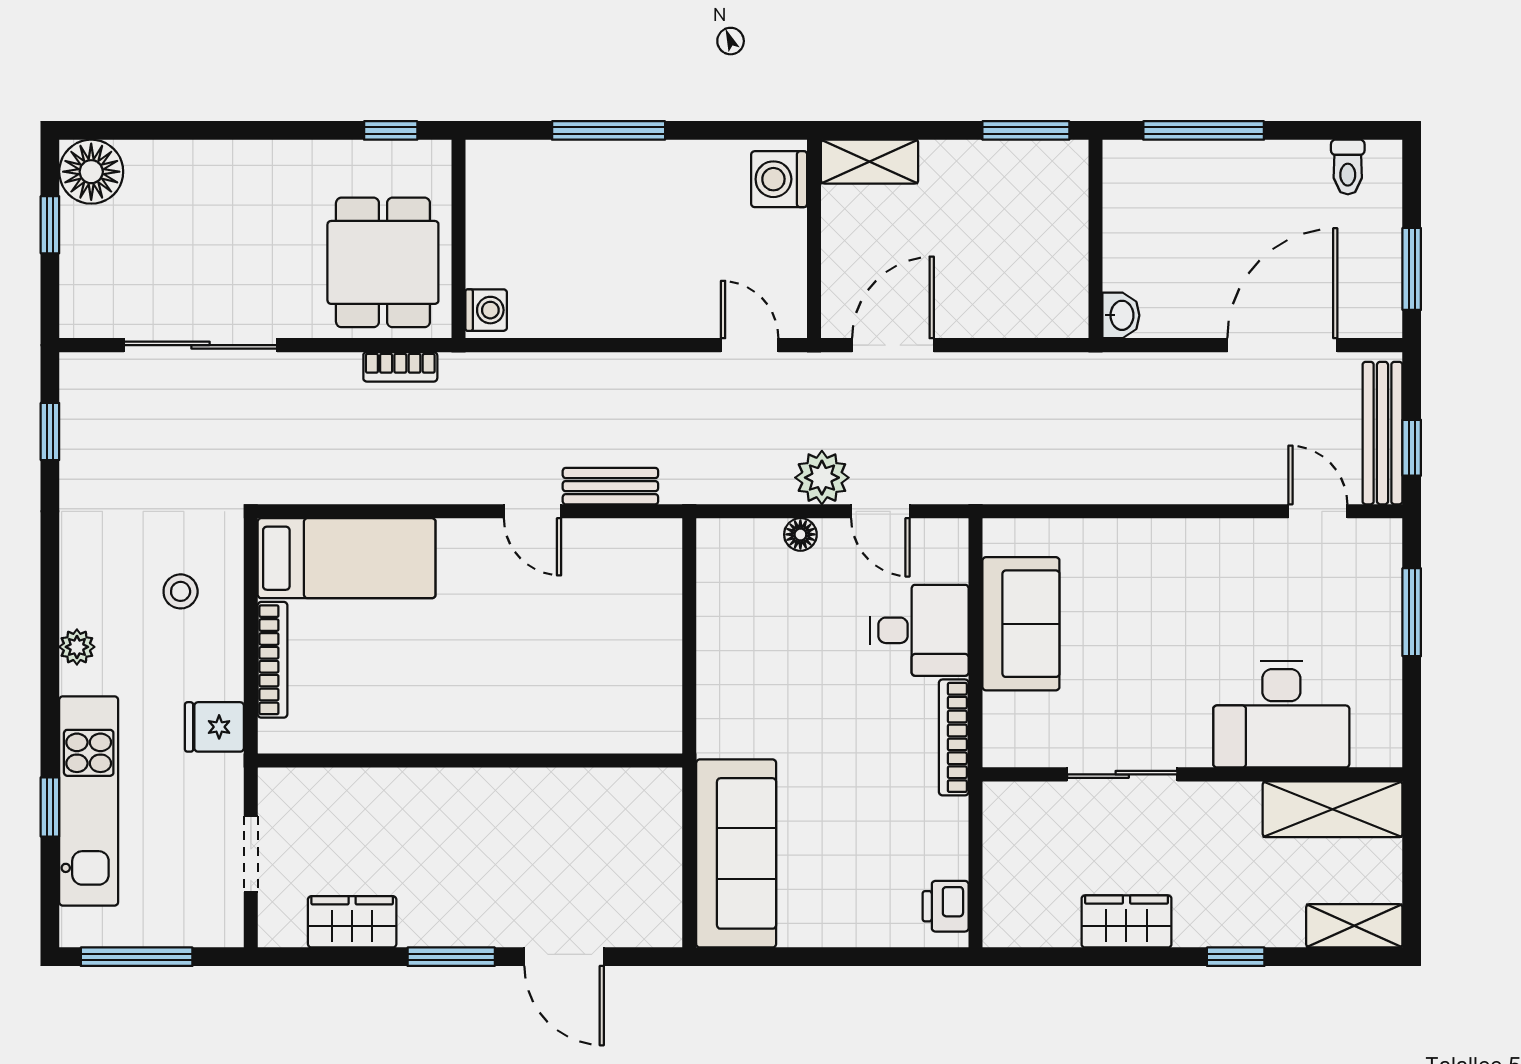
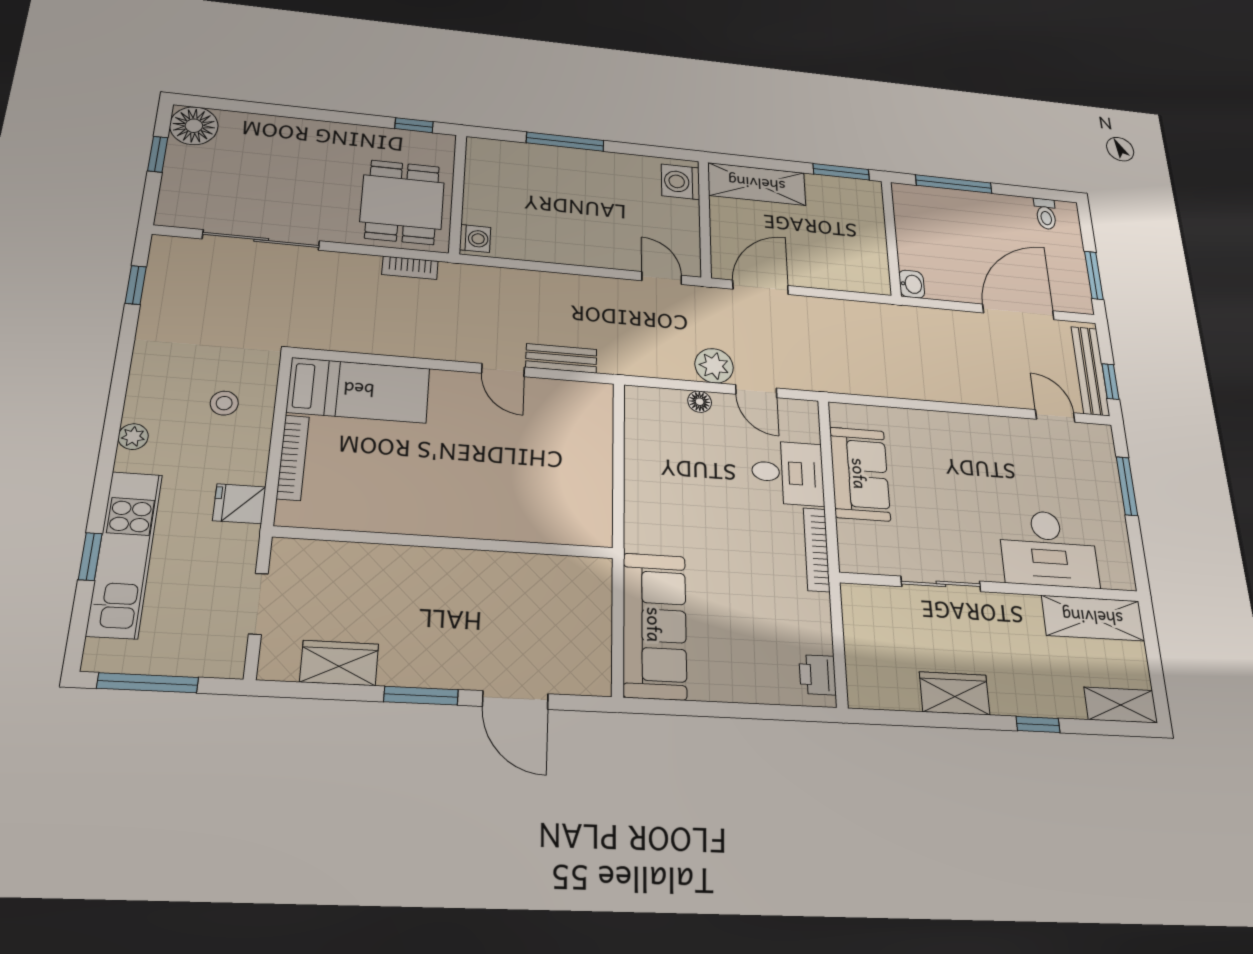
shelving: (870, 162) -> (757, 184), width x1.50, depth x1.33

